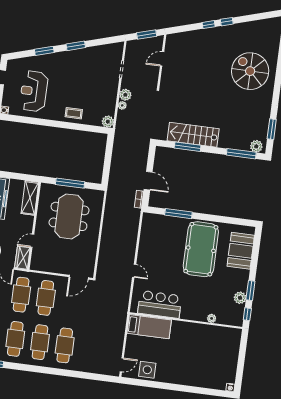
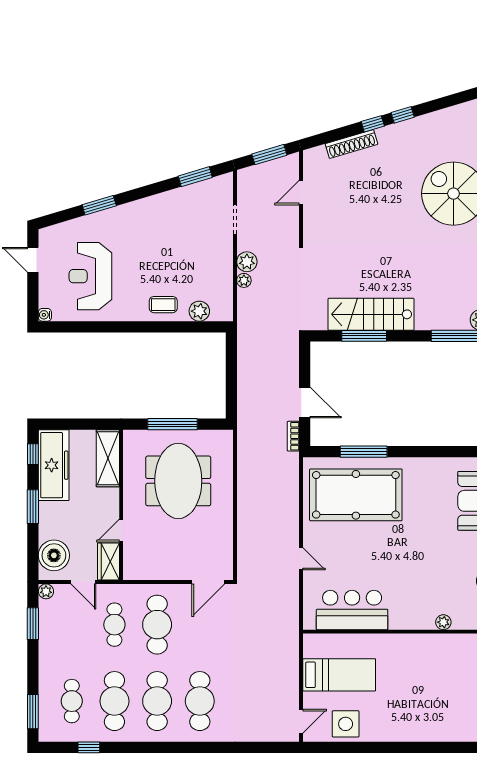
shoe rack: (195, 35) -> (351, 144), added
window: (76, 46) -> (195, 177), moved
plant: (108, 122) -> (199, 311), moved
pool table: (201, 249) -> (356, 495), moved, turned 90
cafe table: (21, 295) -> (114, 625), width x0.73, depth x0.74
bed: (149, 327) -> (339, 675), moved

